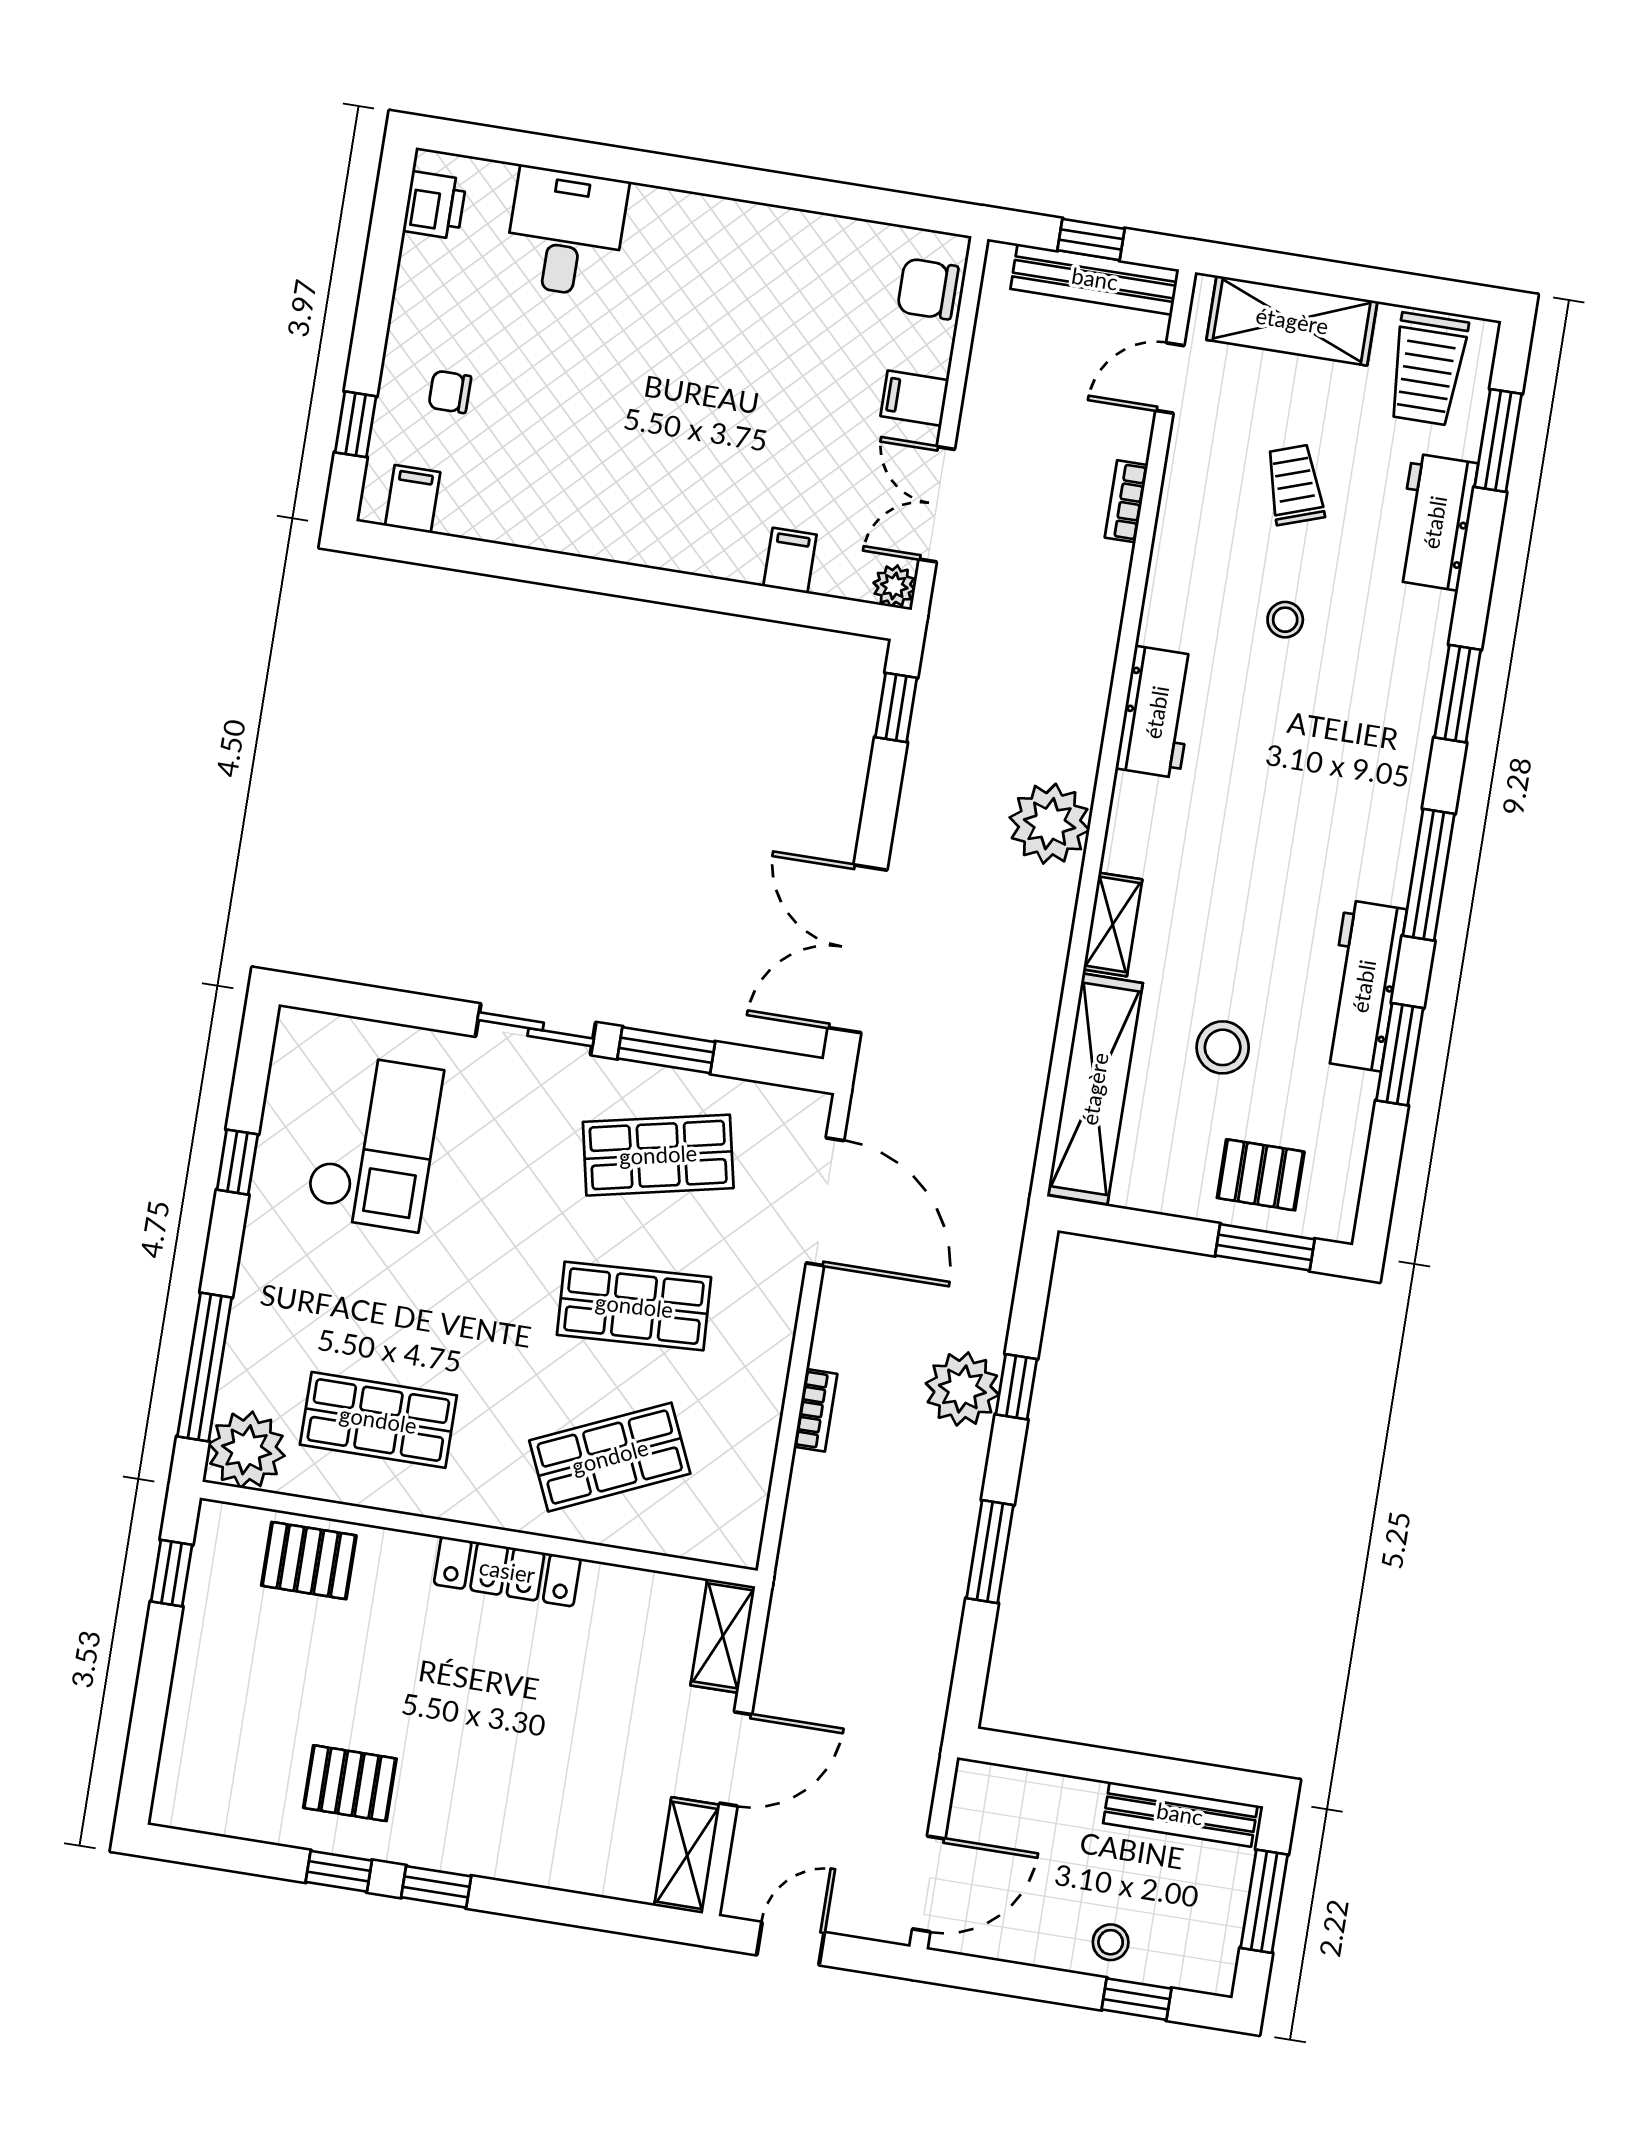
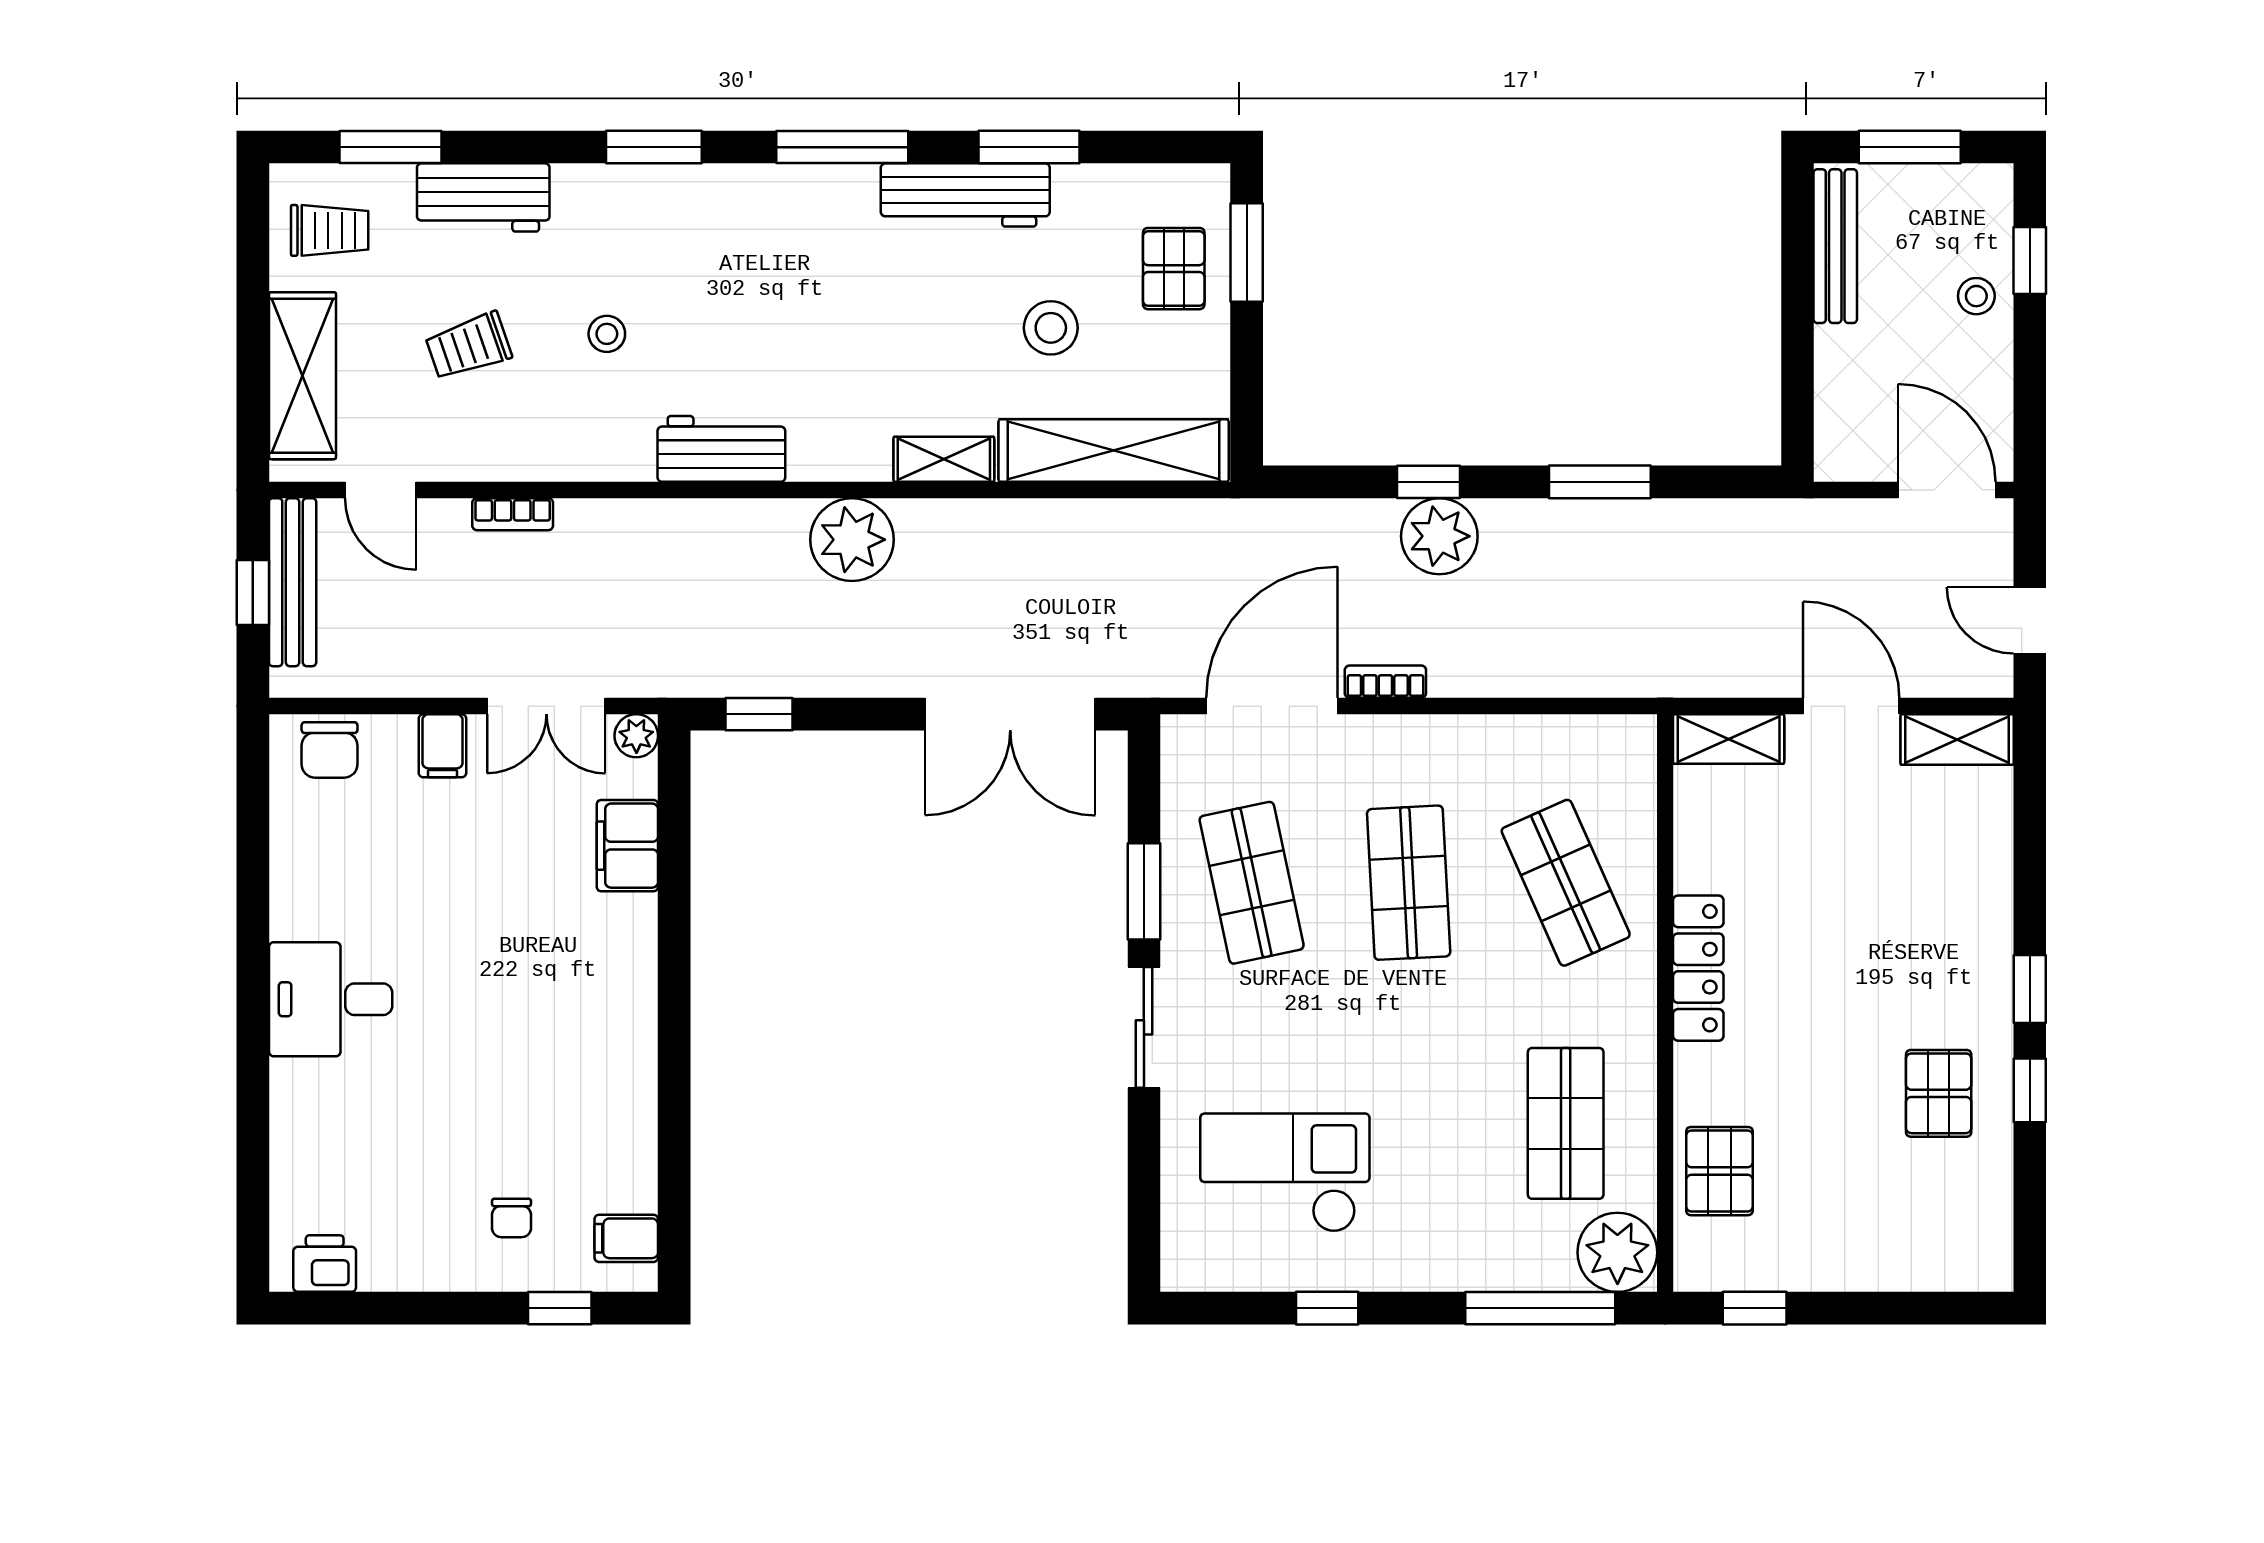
desk: (566, 232) -> (331, 999), moved
trolley: (1427, 369) -> (330, 230), width x0.73, depth x0.72
filing cabinet: (790, 561) -> (627, 846), width x2.00
bookcase: (816, 1410) -> (1385, 682), moved

